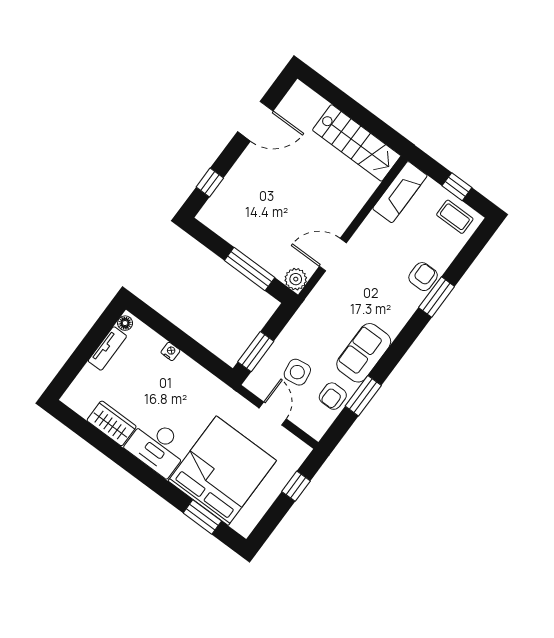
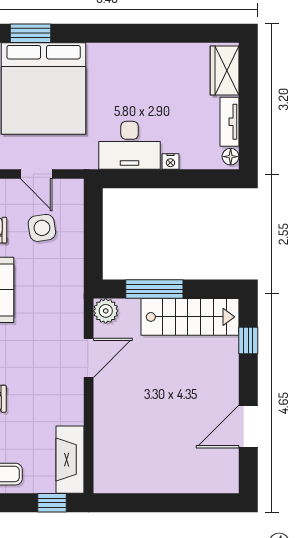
stairs: (357, 143) -> (190, 317), moved, turned 180
window: (457, 187) -> (52, 503), moved
window: (256, 352) -> (93, 219), removed
wardrobe: (112, 423) -> (225, 71), moved, turned 90
desk: (157, 447) -> (130, 145), moved, turned 180

